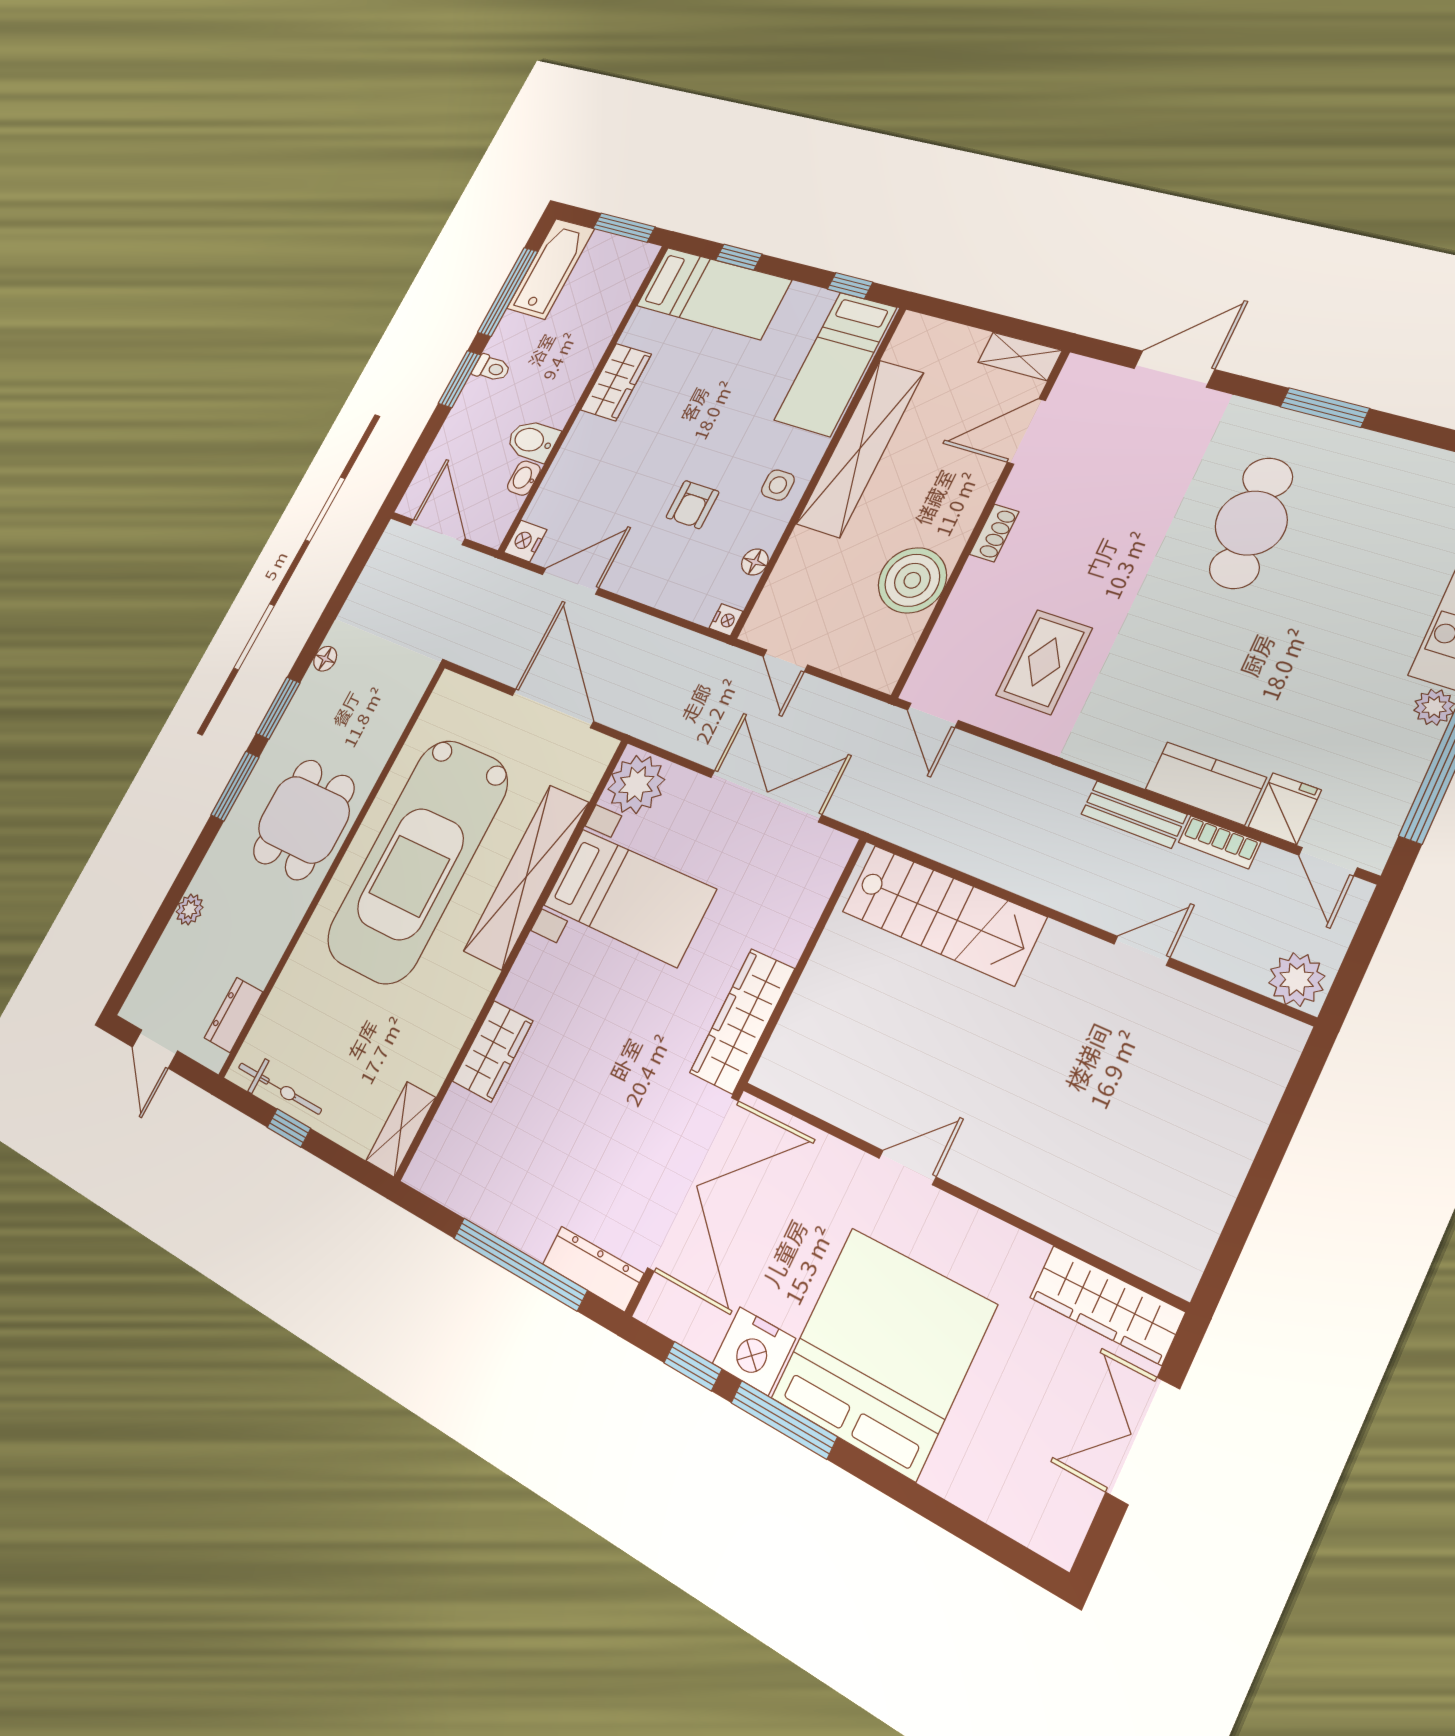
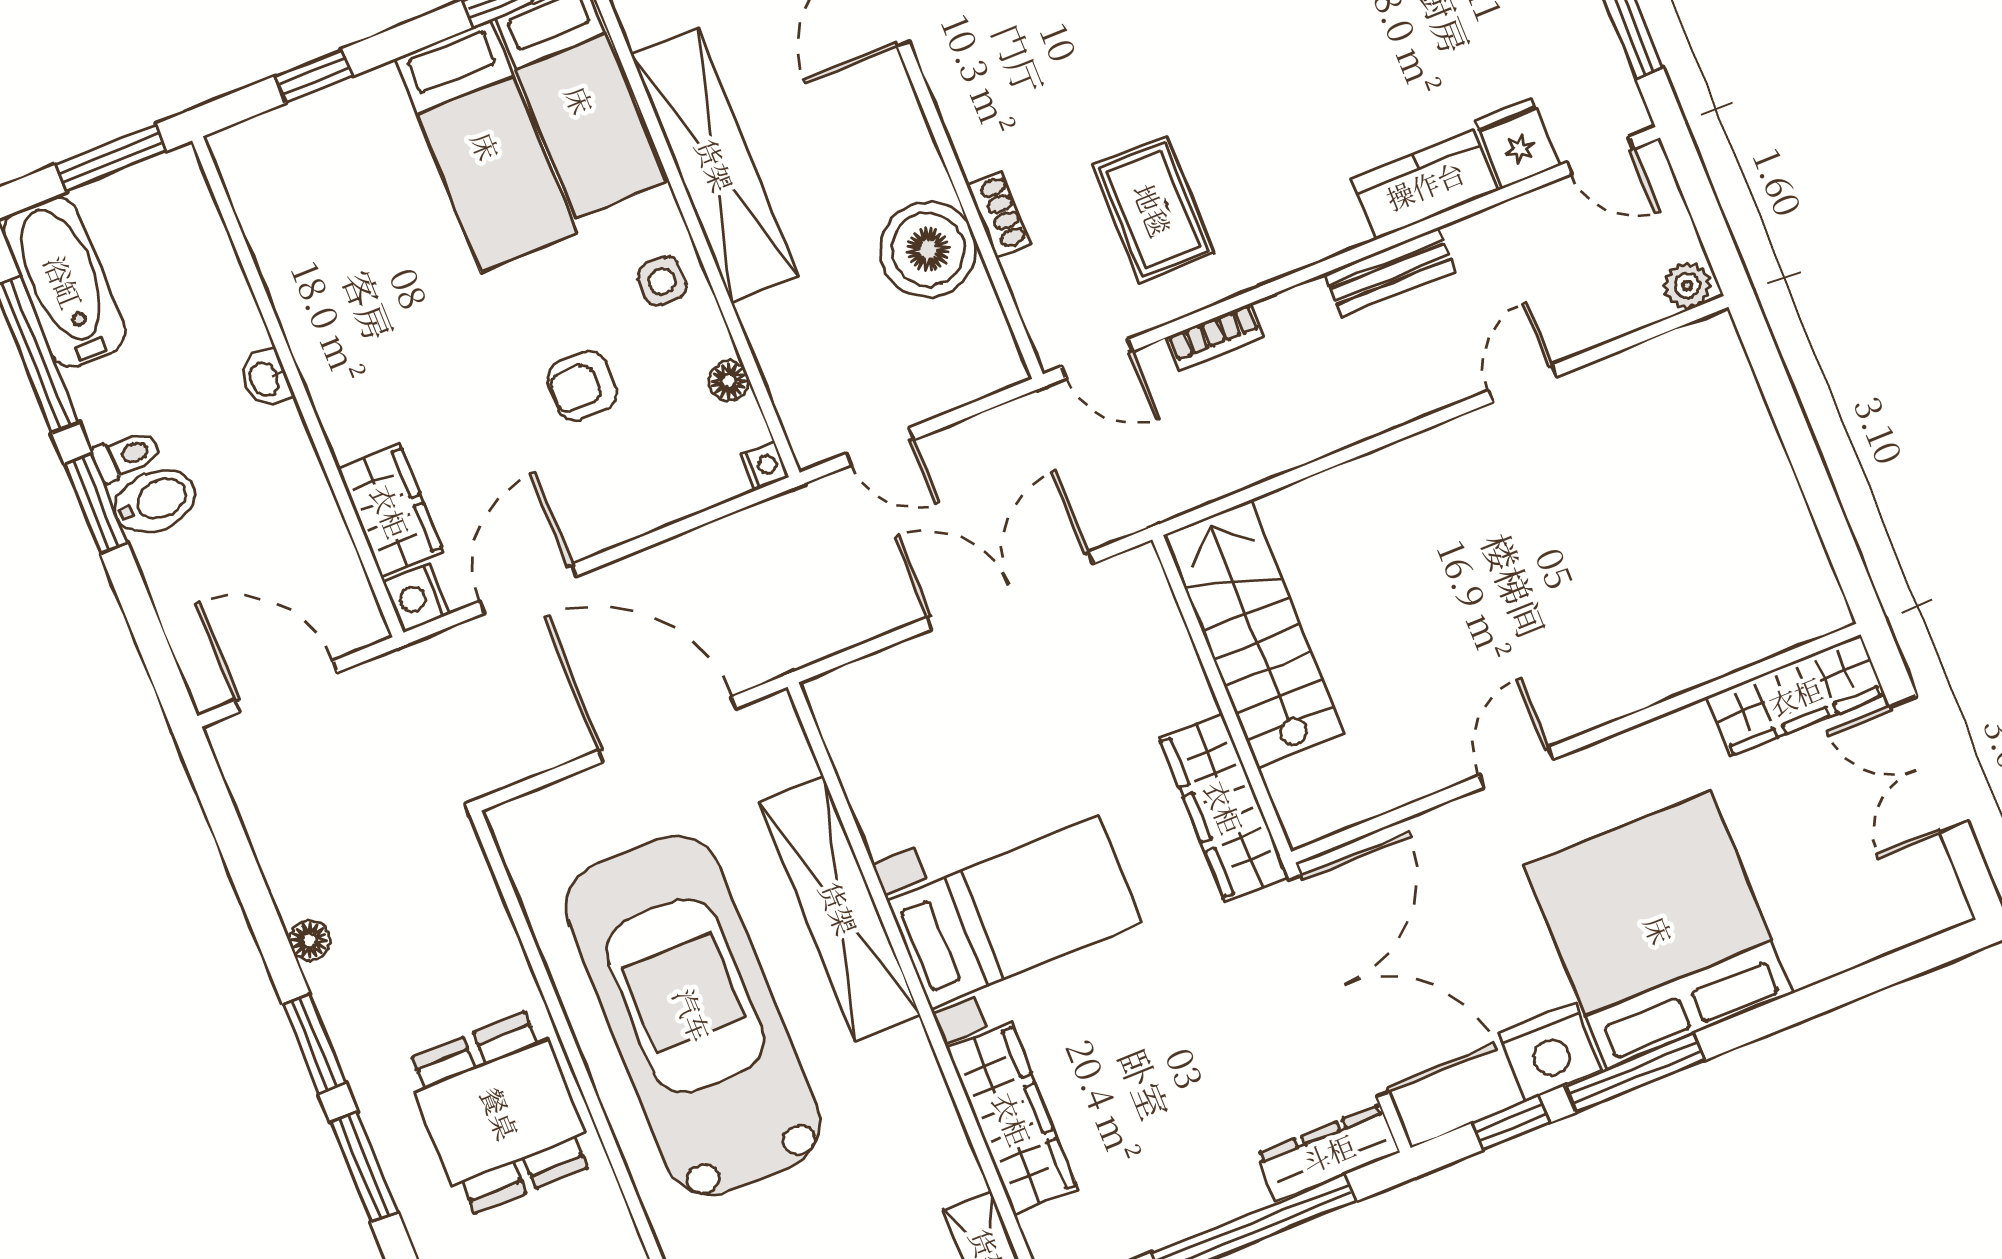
bed: (713, 293) -> (486, 146), moved, turned 90
wardrobe: (616, 382) -> (390, 511), moved
bidet: (532, 441) -> (155, 501), moved, turned 180
washbasin: (524, 478) -> (265, 379), moved
armchair: (692, 505) -> (582, 386), turned 90
shoe rack: (994, 533) -> (998, 214), moved
plant: (636, 784) -> (856, 710), removed
bookcase: (1219, 842) -> (1215, 337), moved
car: (417, 860) -> (693, 1015), turned 180
bed with nightstands: (629, 897) -> (1014, 912), moved
stairs: (943, 914) -> (1254, 634), moved, turned -90
plant: (1297, 980) -> (1687, 286), width x0.73, depth x0.73
wardrobe: (493, 1051) -> (1012, 1119), width x1.50

